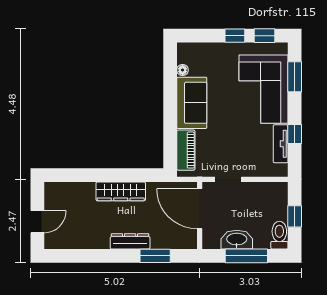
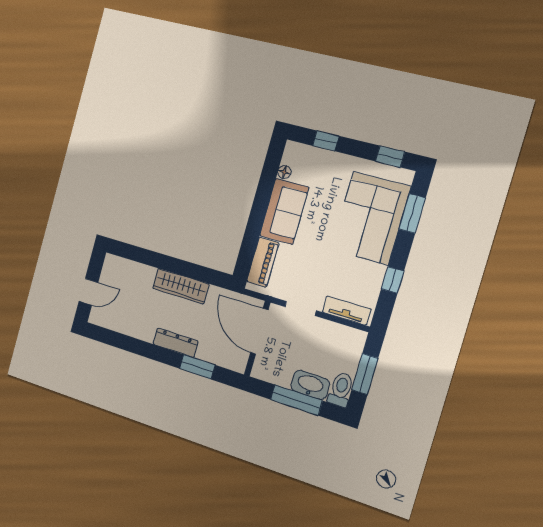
window: (235, 36) -> (326, 141), moved
tv unit: (281, 144) -> (346, 310), moved, turned 90
window: (295, 216) -> (365, 374), width x1.50
washbasin: (237, 240) -> (310, 385), moved

